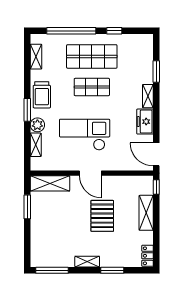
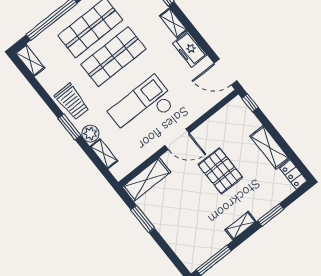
shelving: (36, 57) -> (30, 60), moved
shop shelf: (92, 87) -> (113, 57), width x1.43, depth x1.36
shelving: (146, 213) -> (270, 147), moved

